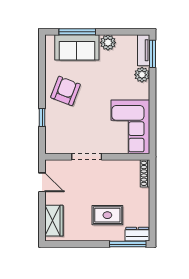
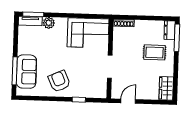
plant: (108, 43) -> (24, 48), removed
armchair: (66, 91) -> (59, 81), turned 45
rug: (107, 215) -> (154, 52), turned 90
wardrobe: (54, 221) -> (166, 88), moved, turned -90

